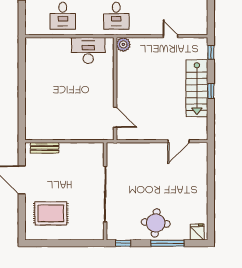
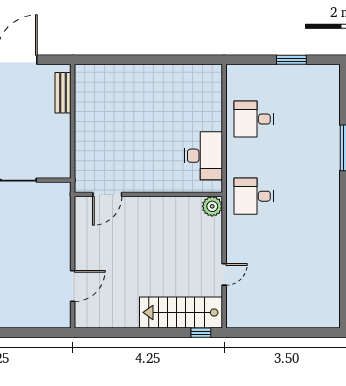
stairs: (197, 88) -> (181, 312), moved
window: (211, 91) -> (145, 333), removed
door: (179, 141) -> (73, 286), swing flipped

